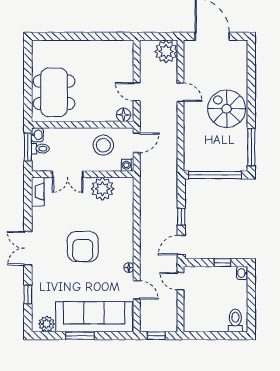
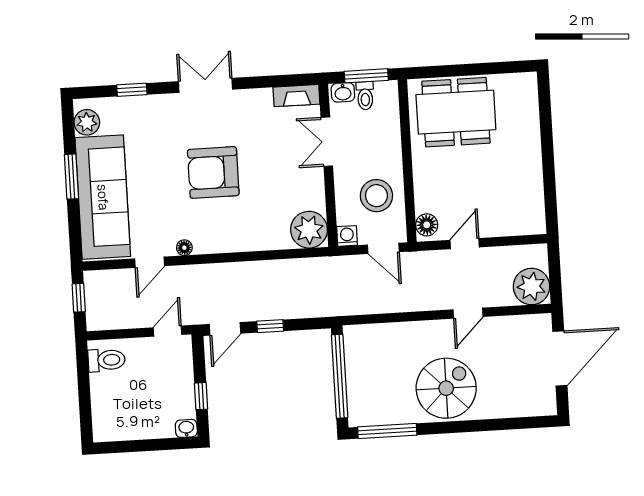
washbasin: (37, 135) -> (343, 92), moved
plant: (102, 189) -> (309, 230), moved
door: (181, 245) -> (225, 329), swing flipped
toilet: (235, 320) -> (107, 360), moved

